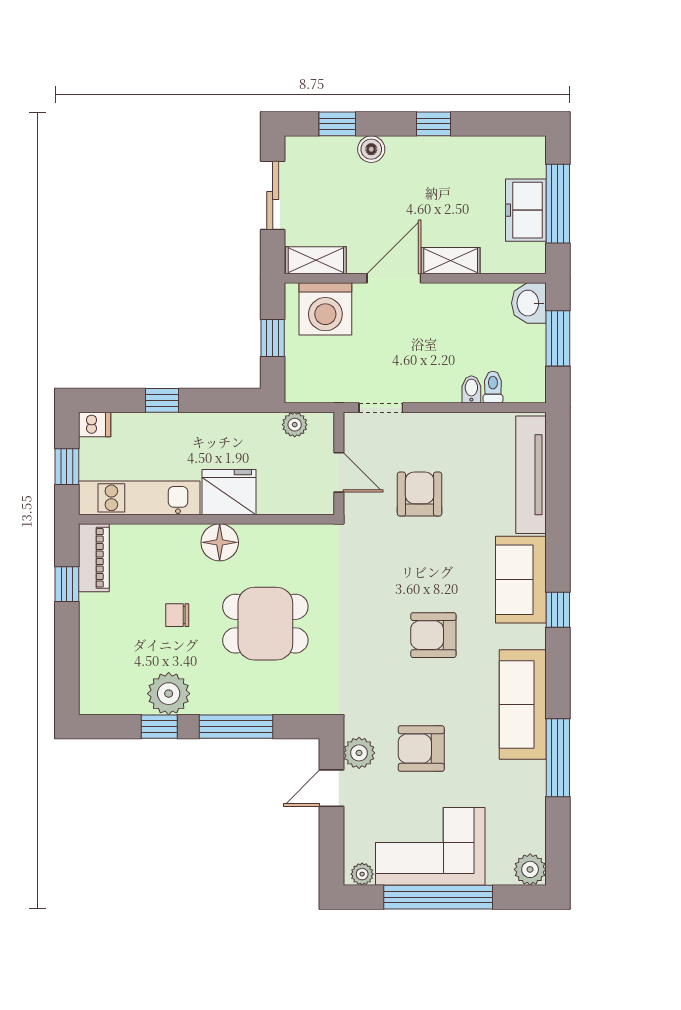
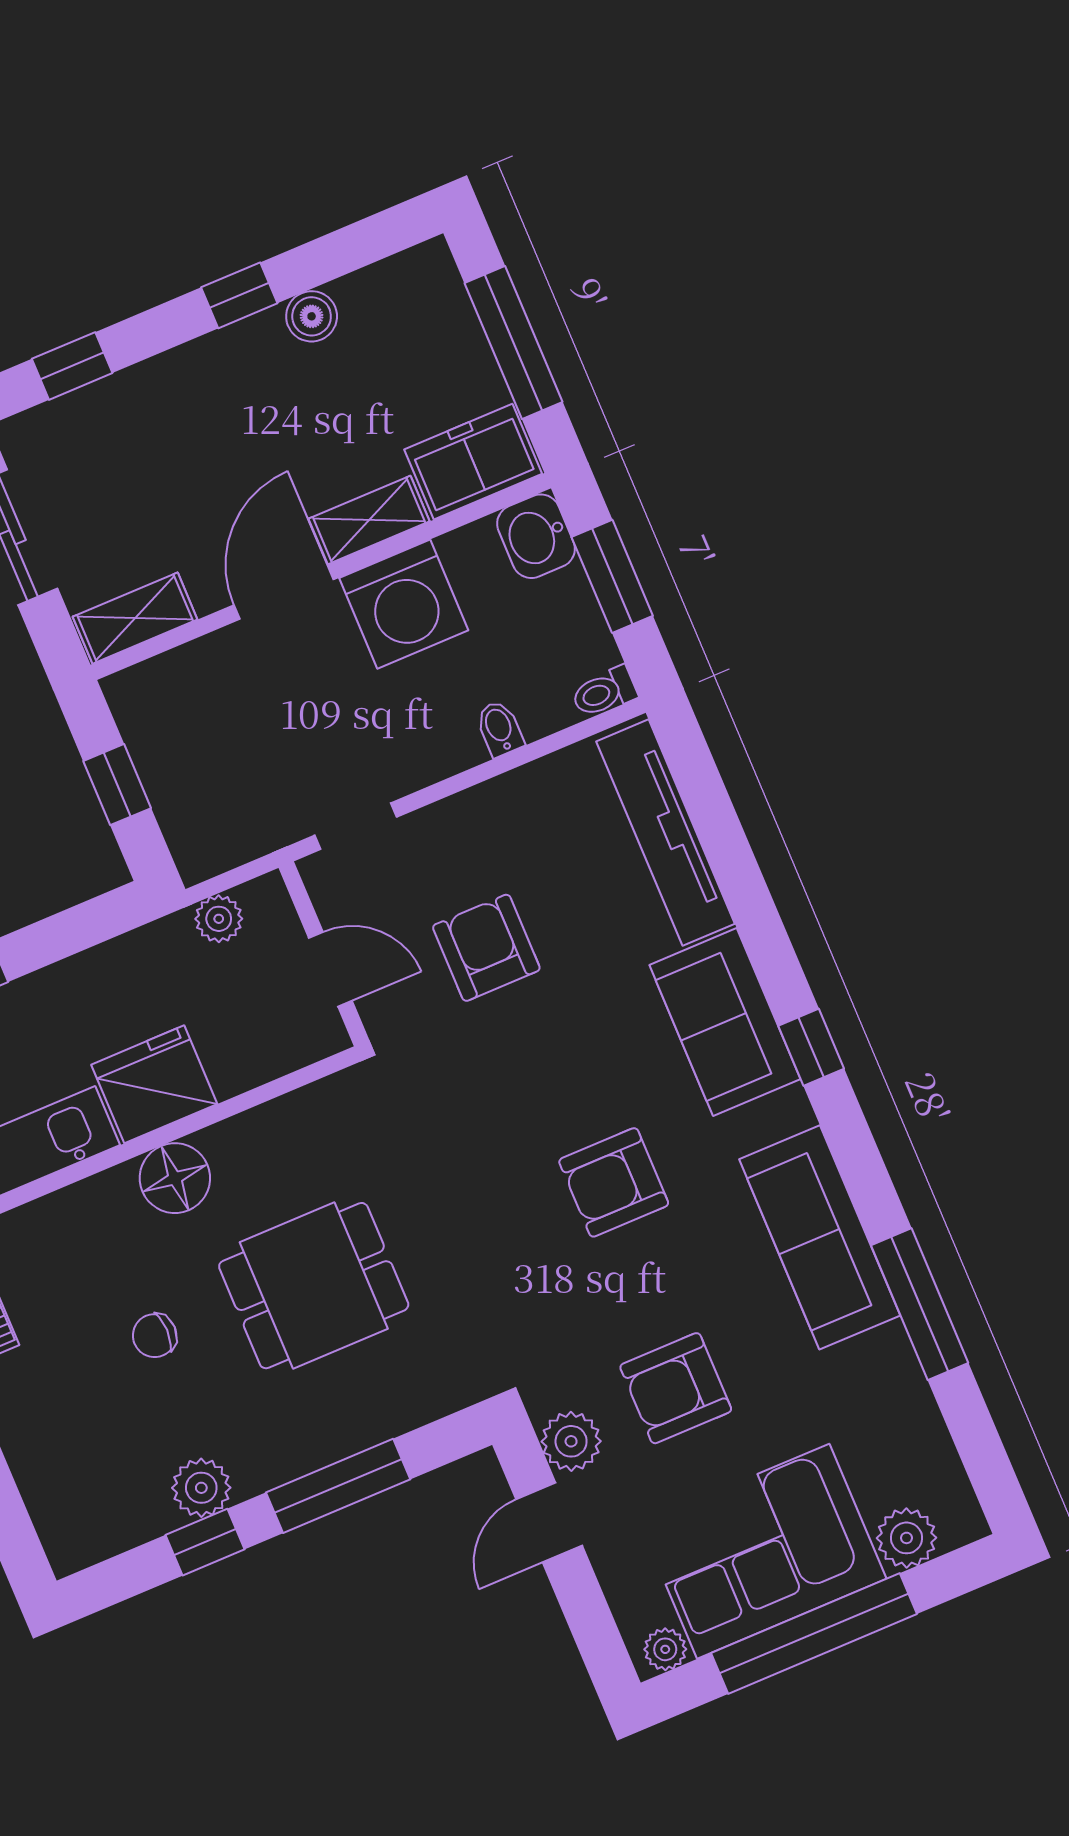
boiler: (371, 149) -> (312, 316), moved
freezer: (526, 210) -> (473, 462), moved, turned 90
washing machine: (325, 309) -> (404, 604), moved
toilet: (493, 387) -> (604, 692), moved, turned -90
plant: (169, 694) -> (201, 1488), width x0.73, depth x0.73
plant: (530, 869) -> (907, 1538), moved

